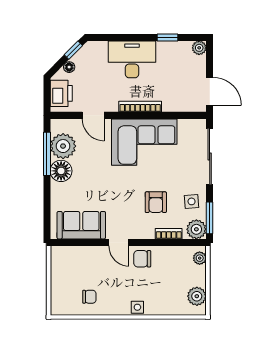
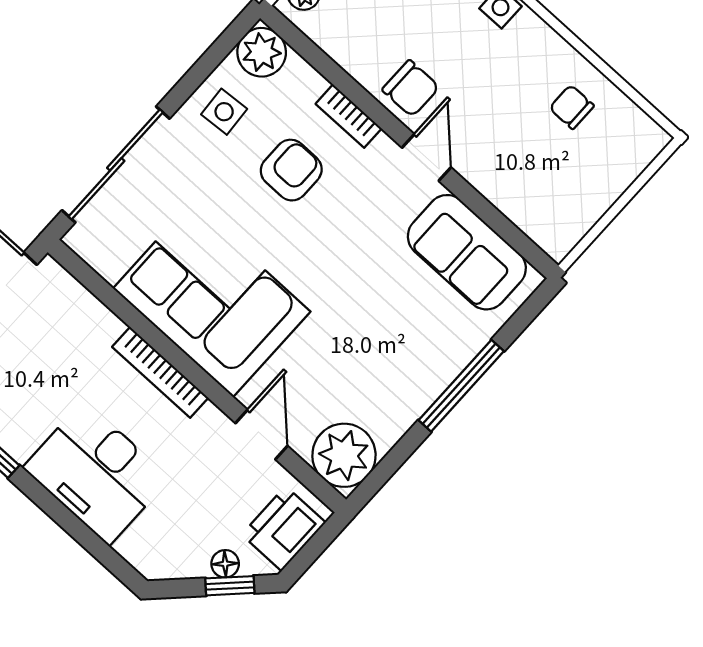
window: (73, 50) -> (230, 586), moved
plant: (63, 146) -> (344, 455), moved
window: (47, 154) -> (461, 386), moved
floor lamp: (61, 171) -> (413, 386), removed
window: (210, 218) -> (218, 51), removed
bookcase: (169, 234) -> (349, 116), moved

